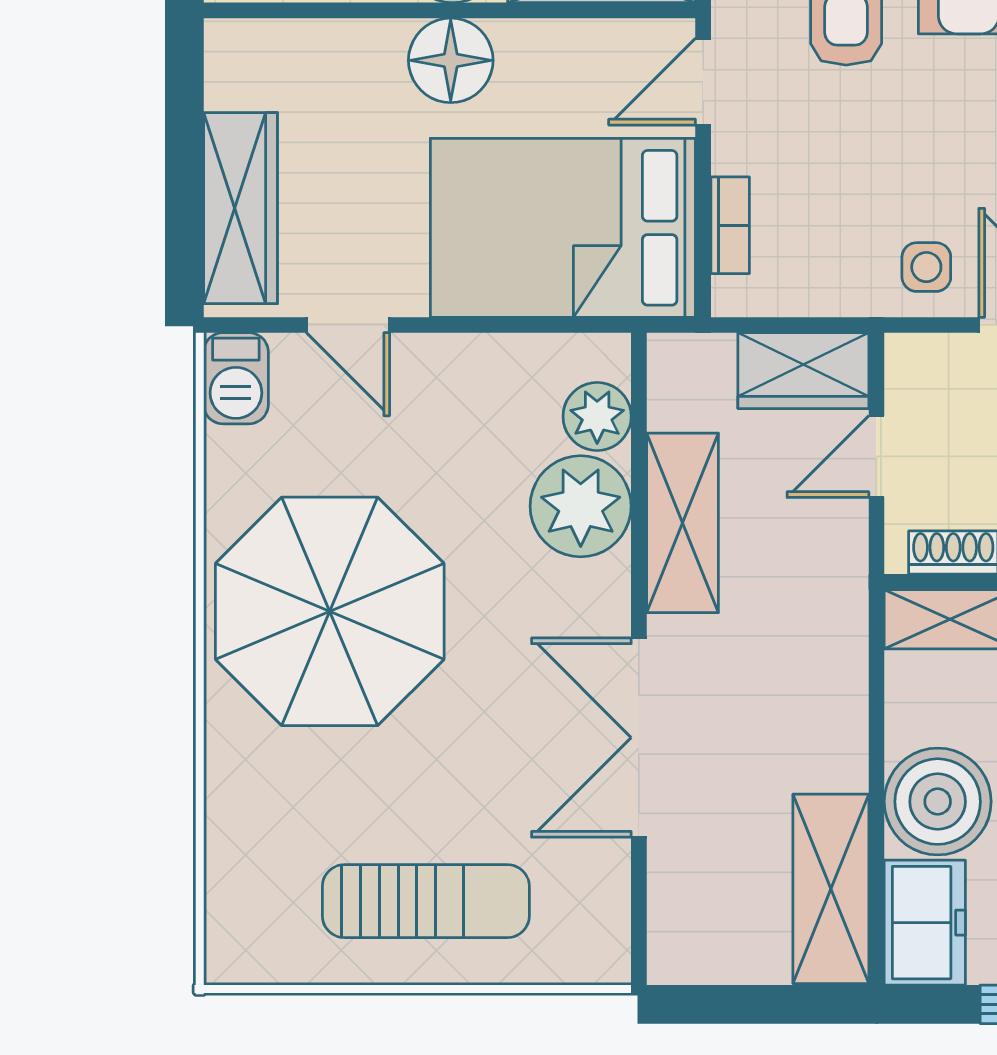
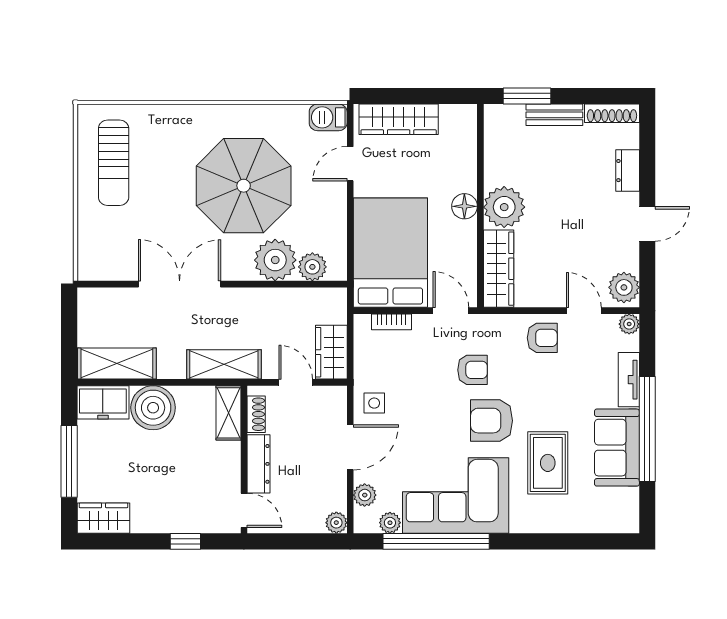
floor lamp: (451, 60) -> (464, 206), width x0.73, depth x0.73
shelving: (683, 523) -> (224, 364), moved
parasol: (330, 611) -> (244, 186), moved
sun lounger: (426, 901) -> (114, 163), moved

